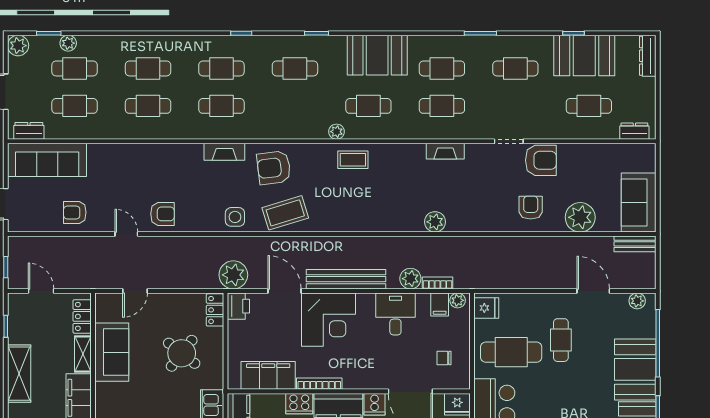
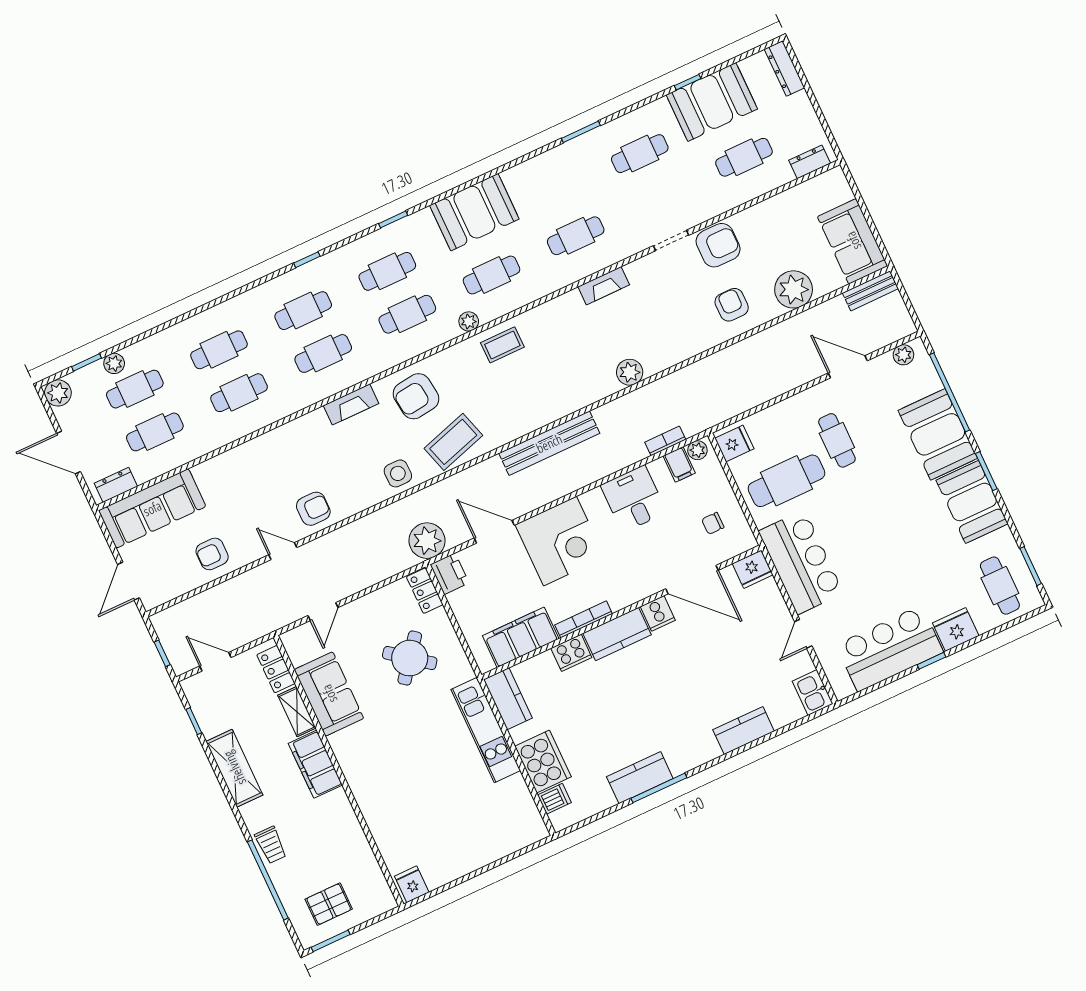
cafe table: (442, 68) -> (407, 314), moved
bench: (346, 279) -> (549, 443), moved
plant: (410, 279) -> (632, 450), removed

